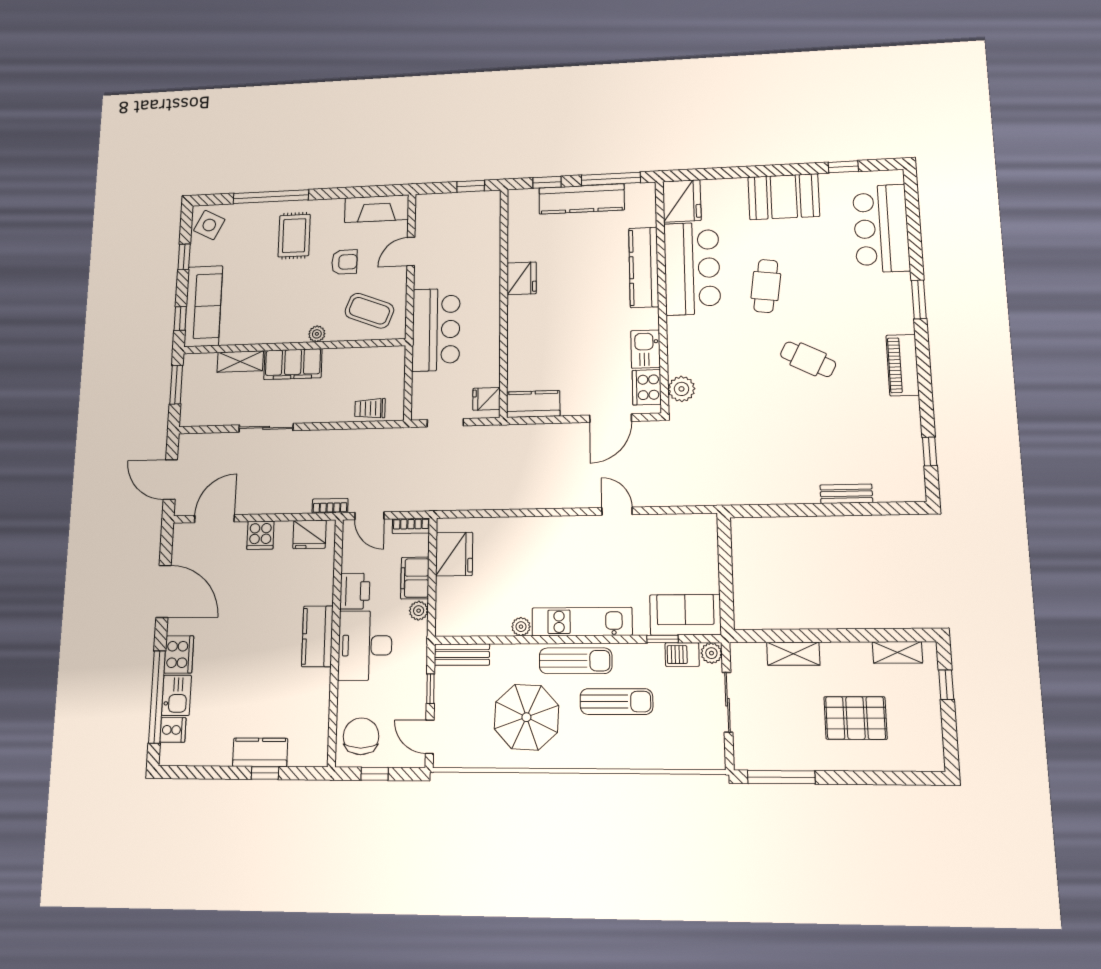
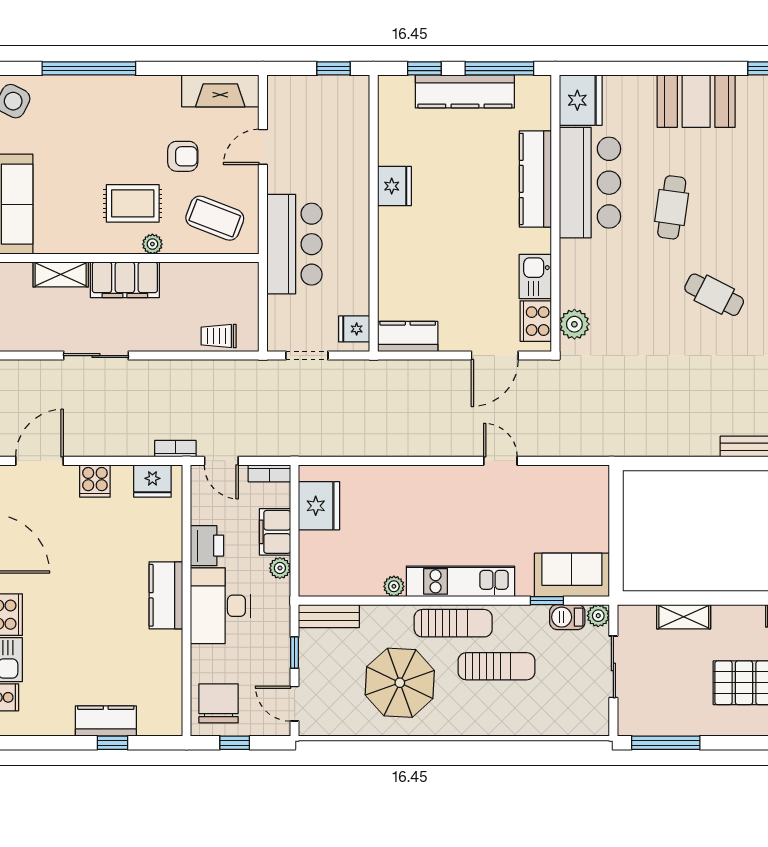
rug: (294, 236) -> (133, 203), moved, turned 90

